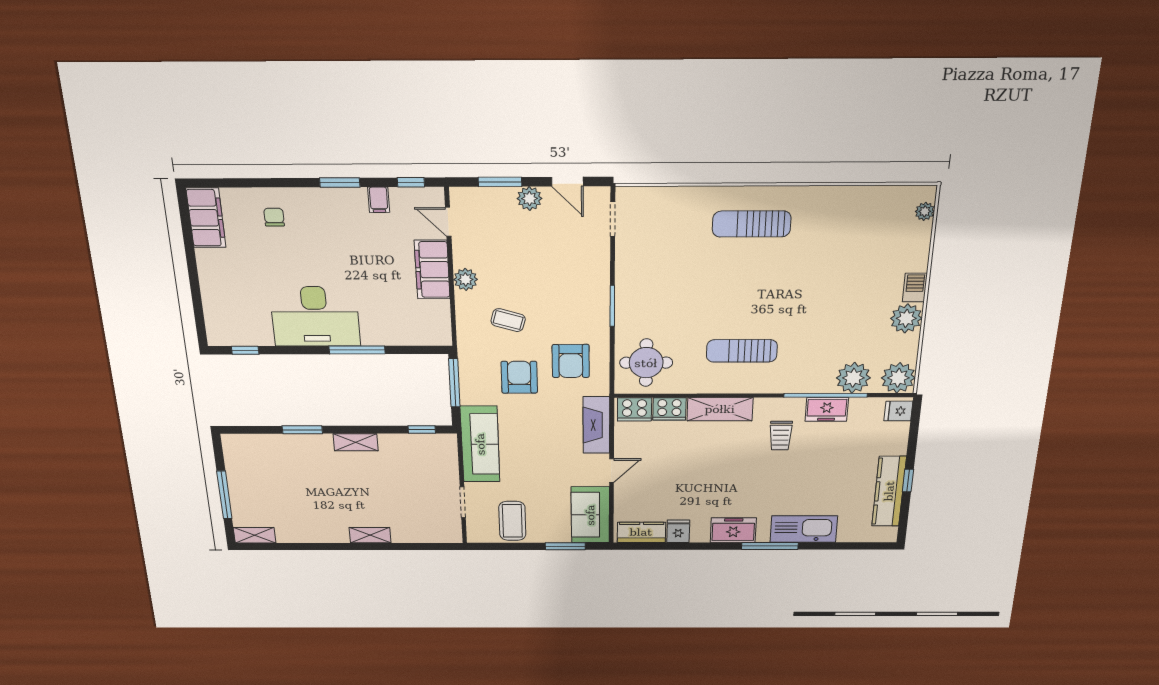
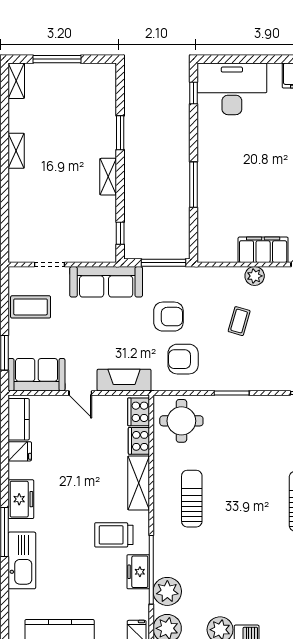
desk: (315, 316) -> (232, 89), moved, turned 90
coffee table: (508, 320) -> (239, 321), moved
trolley: (781, 436) -> (114, 535), width x1.36, depth x1.39
shelving: (370, 535) -> (16, 151), moved

